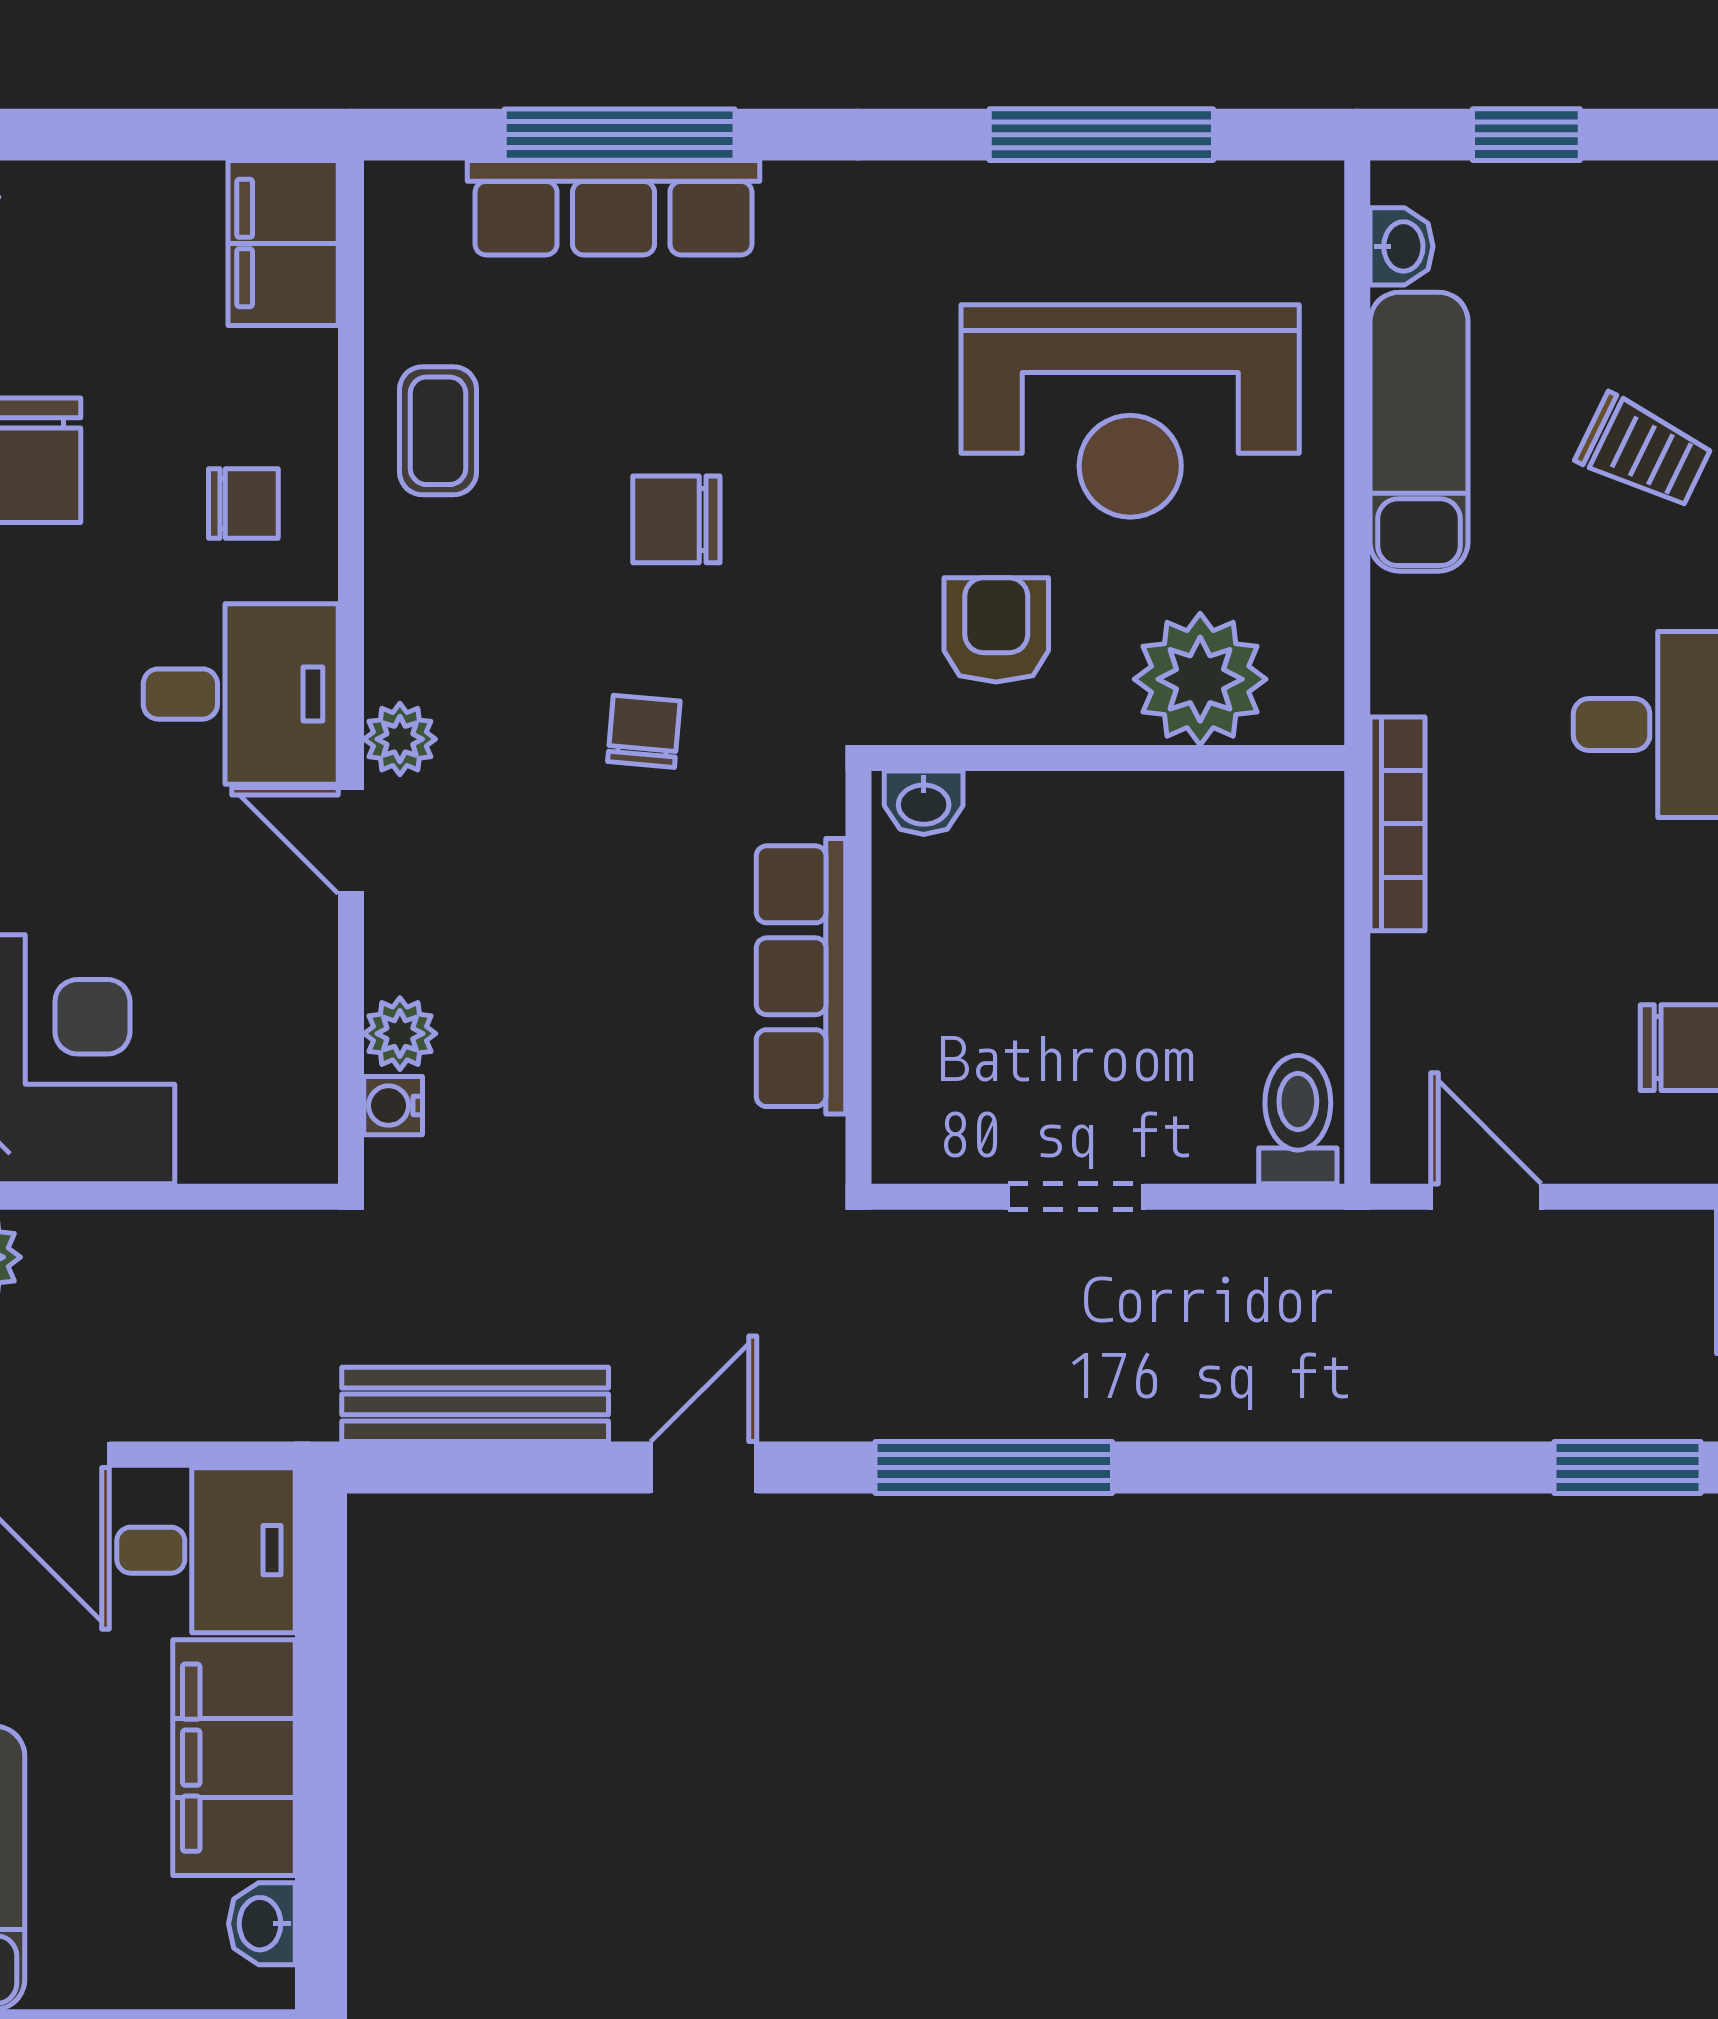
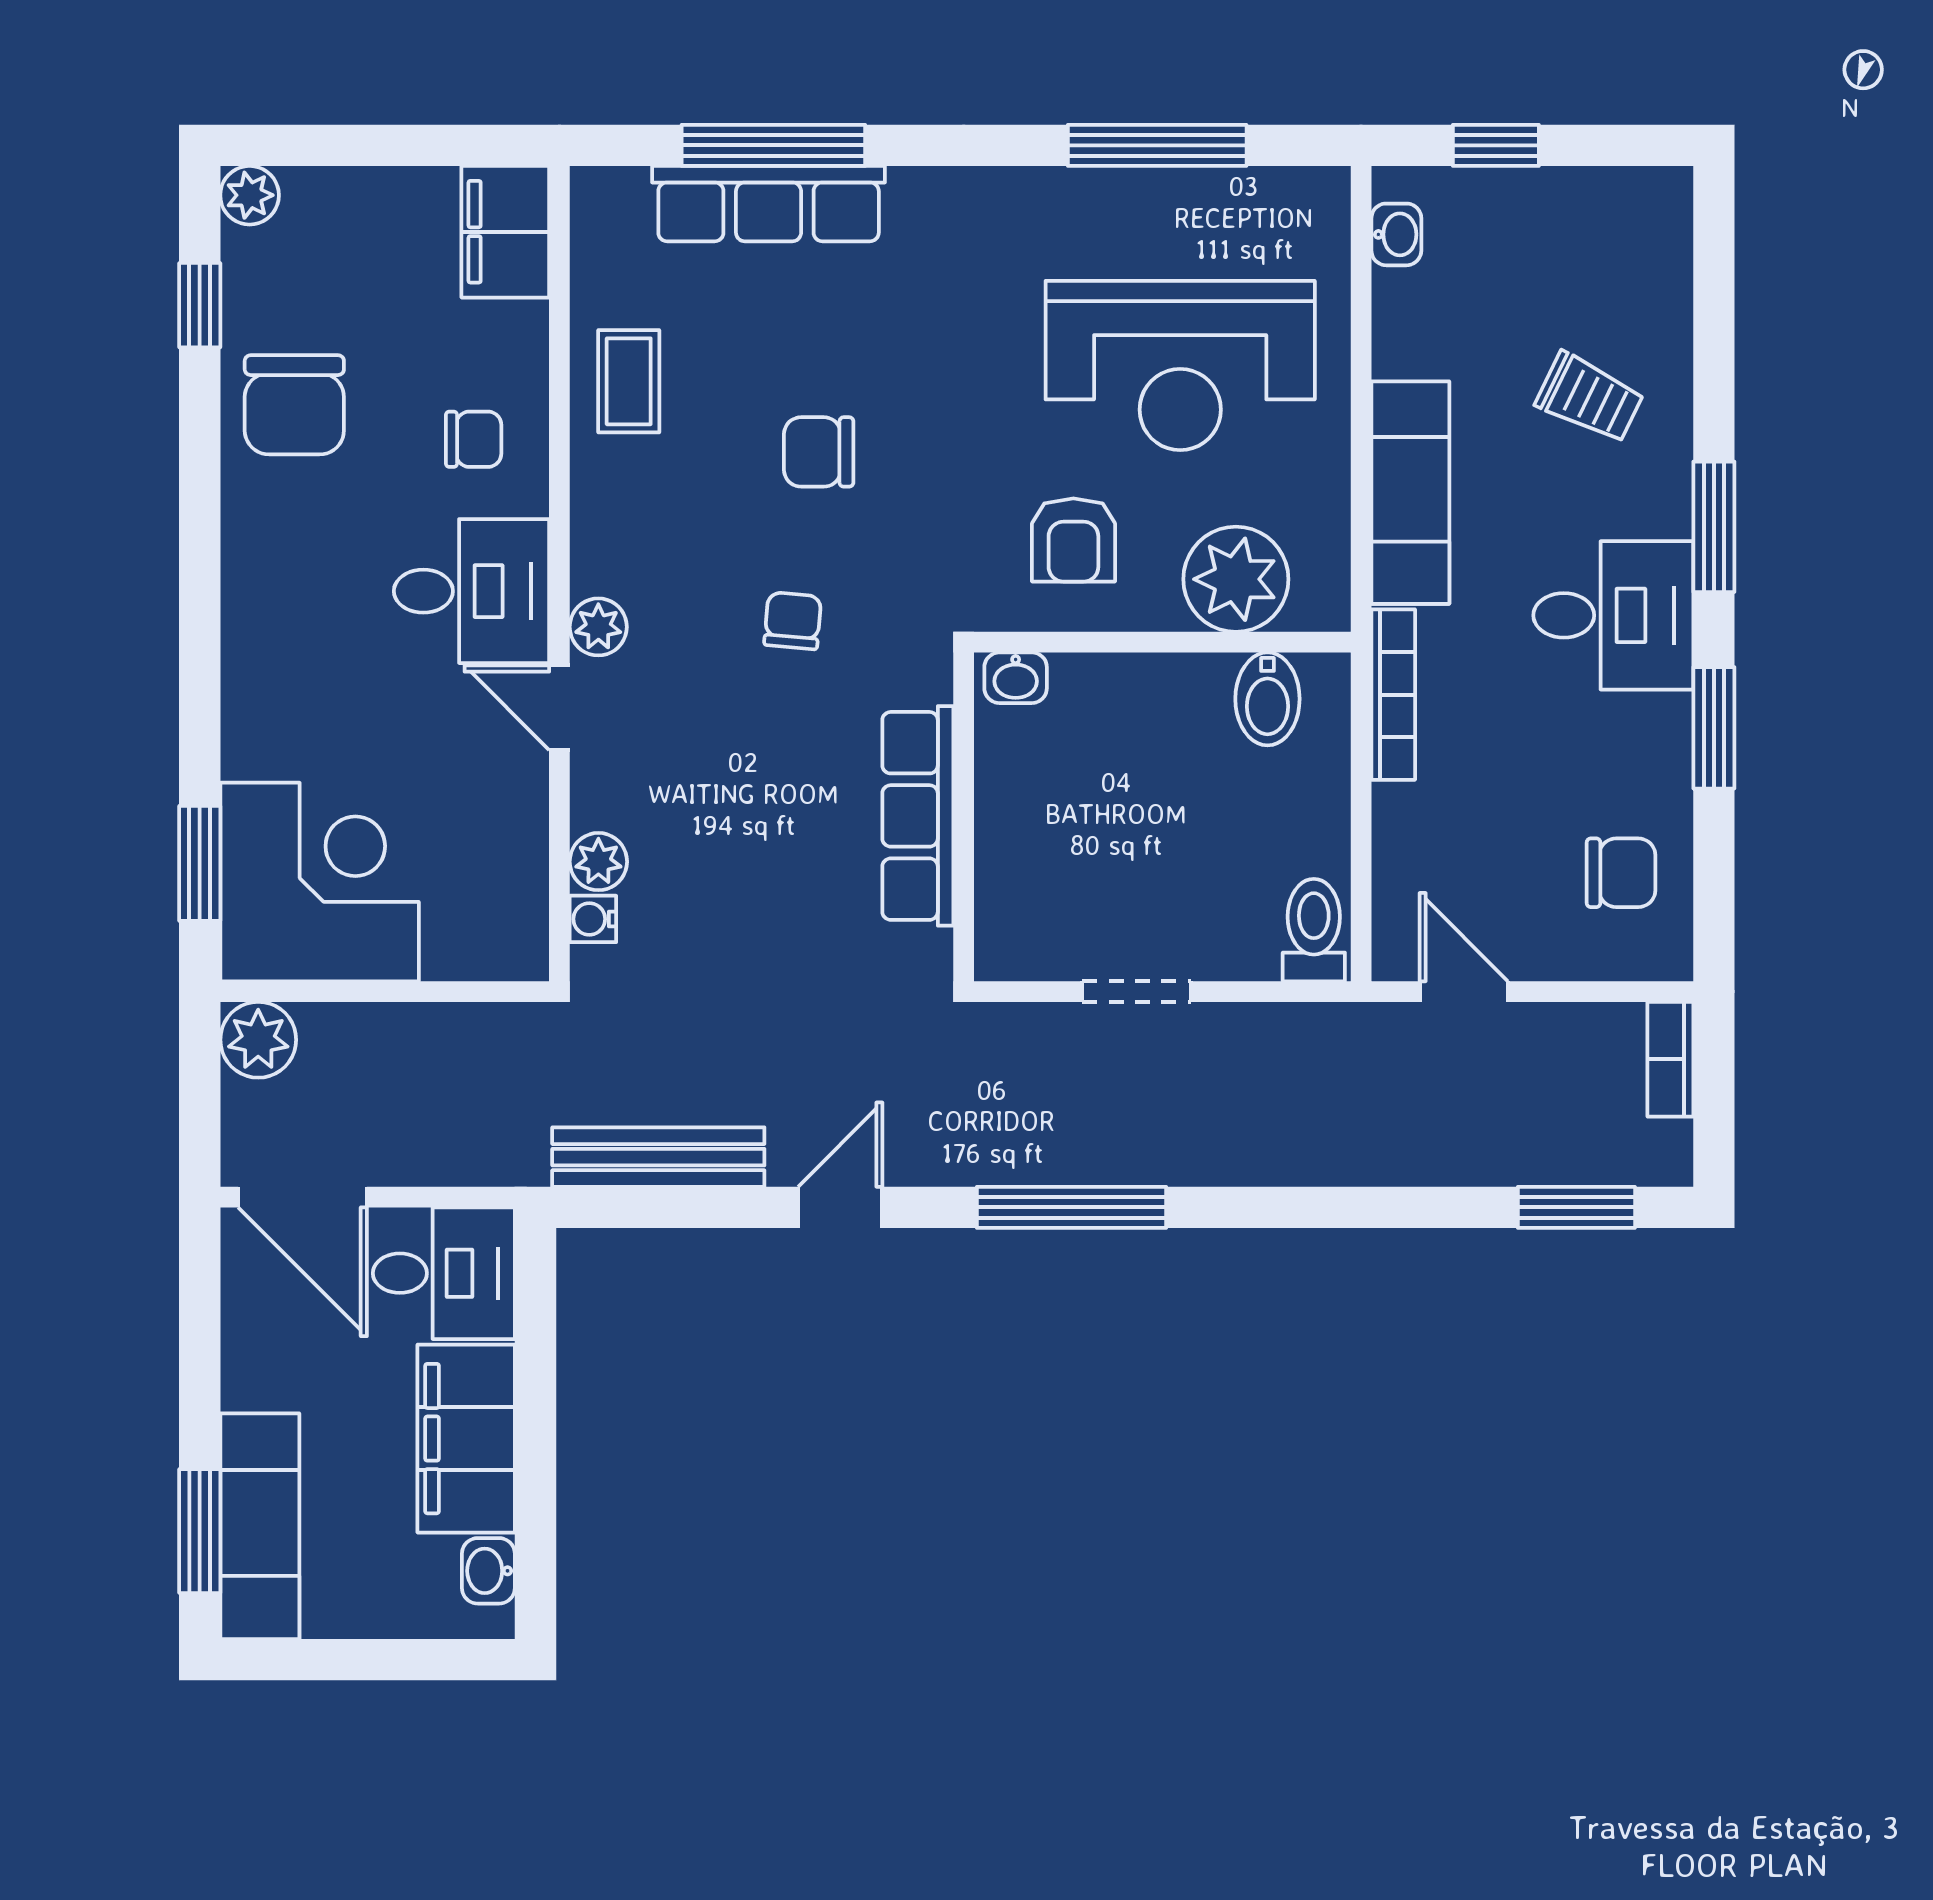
exam couch: (1419, 432) -> (1410, 493), moved
armchair: (996, 630) -> (1073, 540), turned 180
bidet: (1240, 829) -> (1267, 699), added

